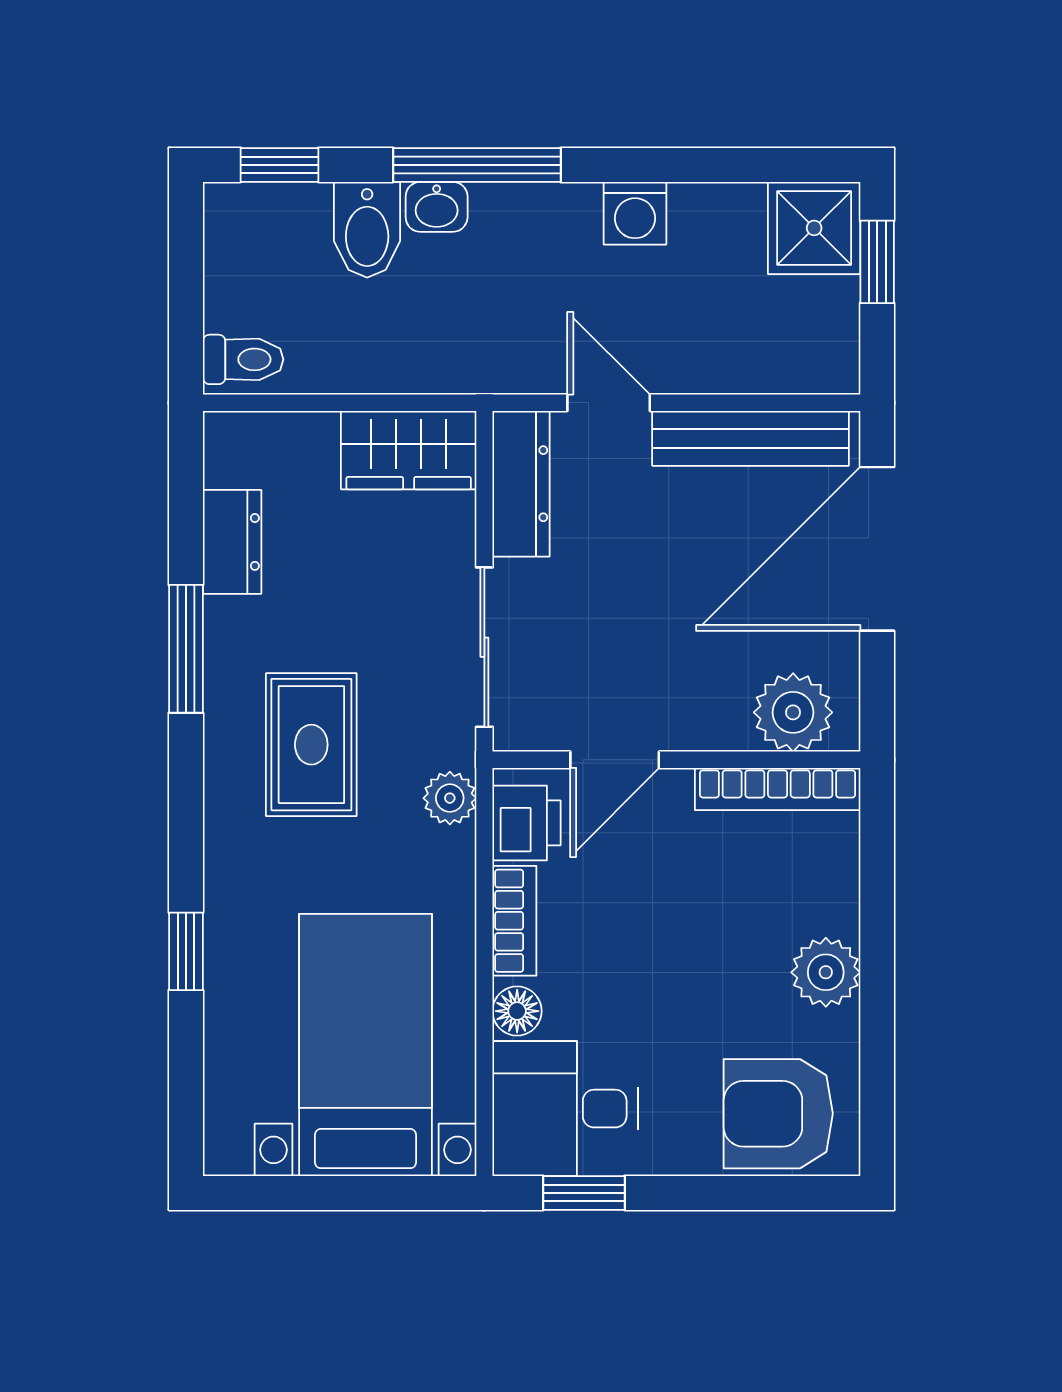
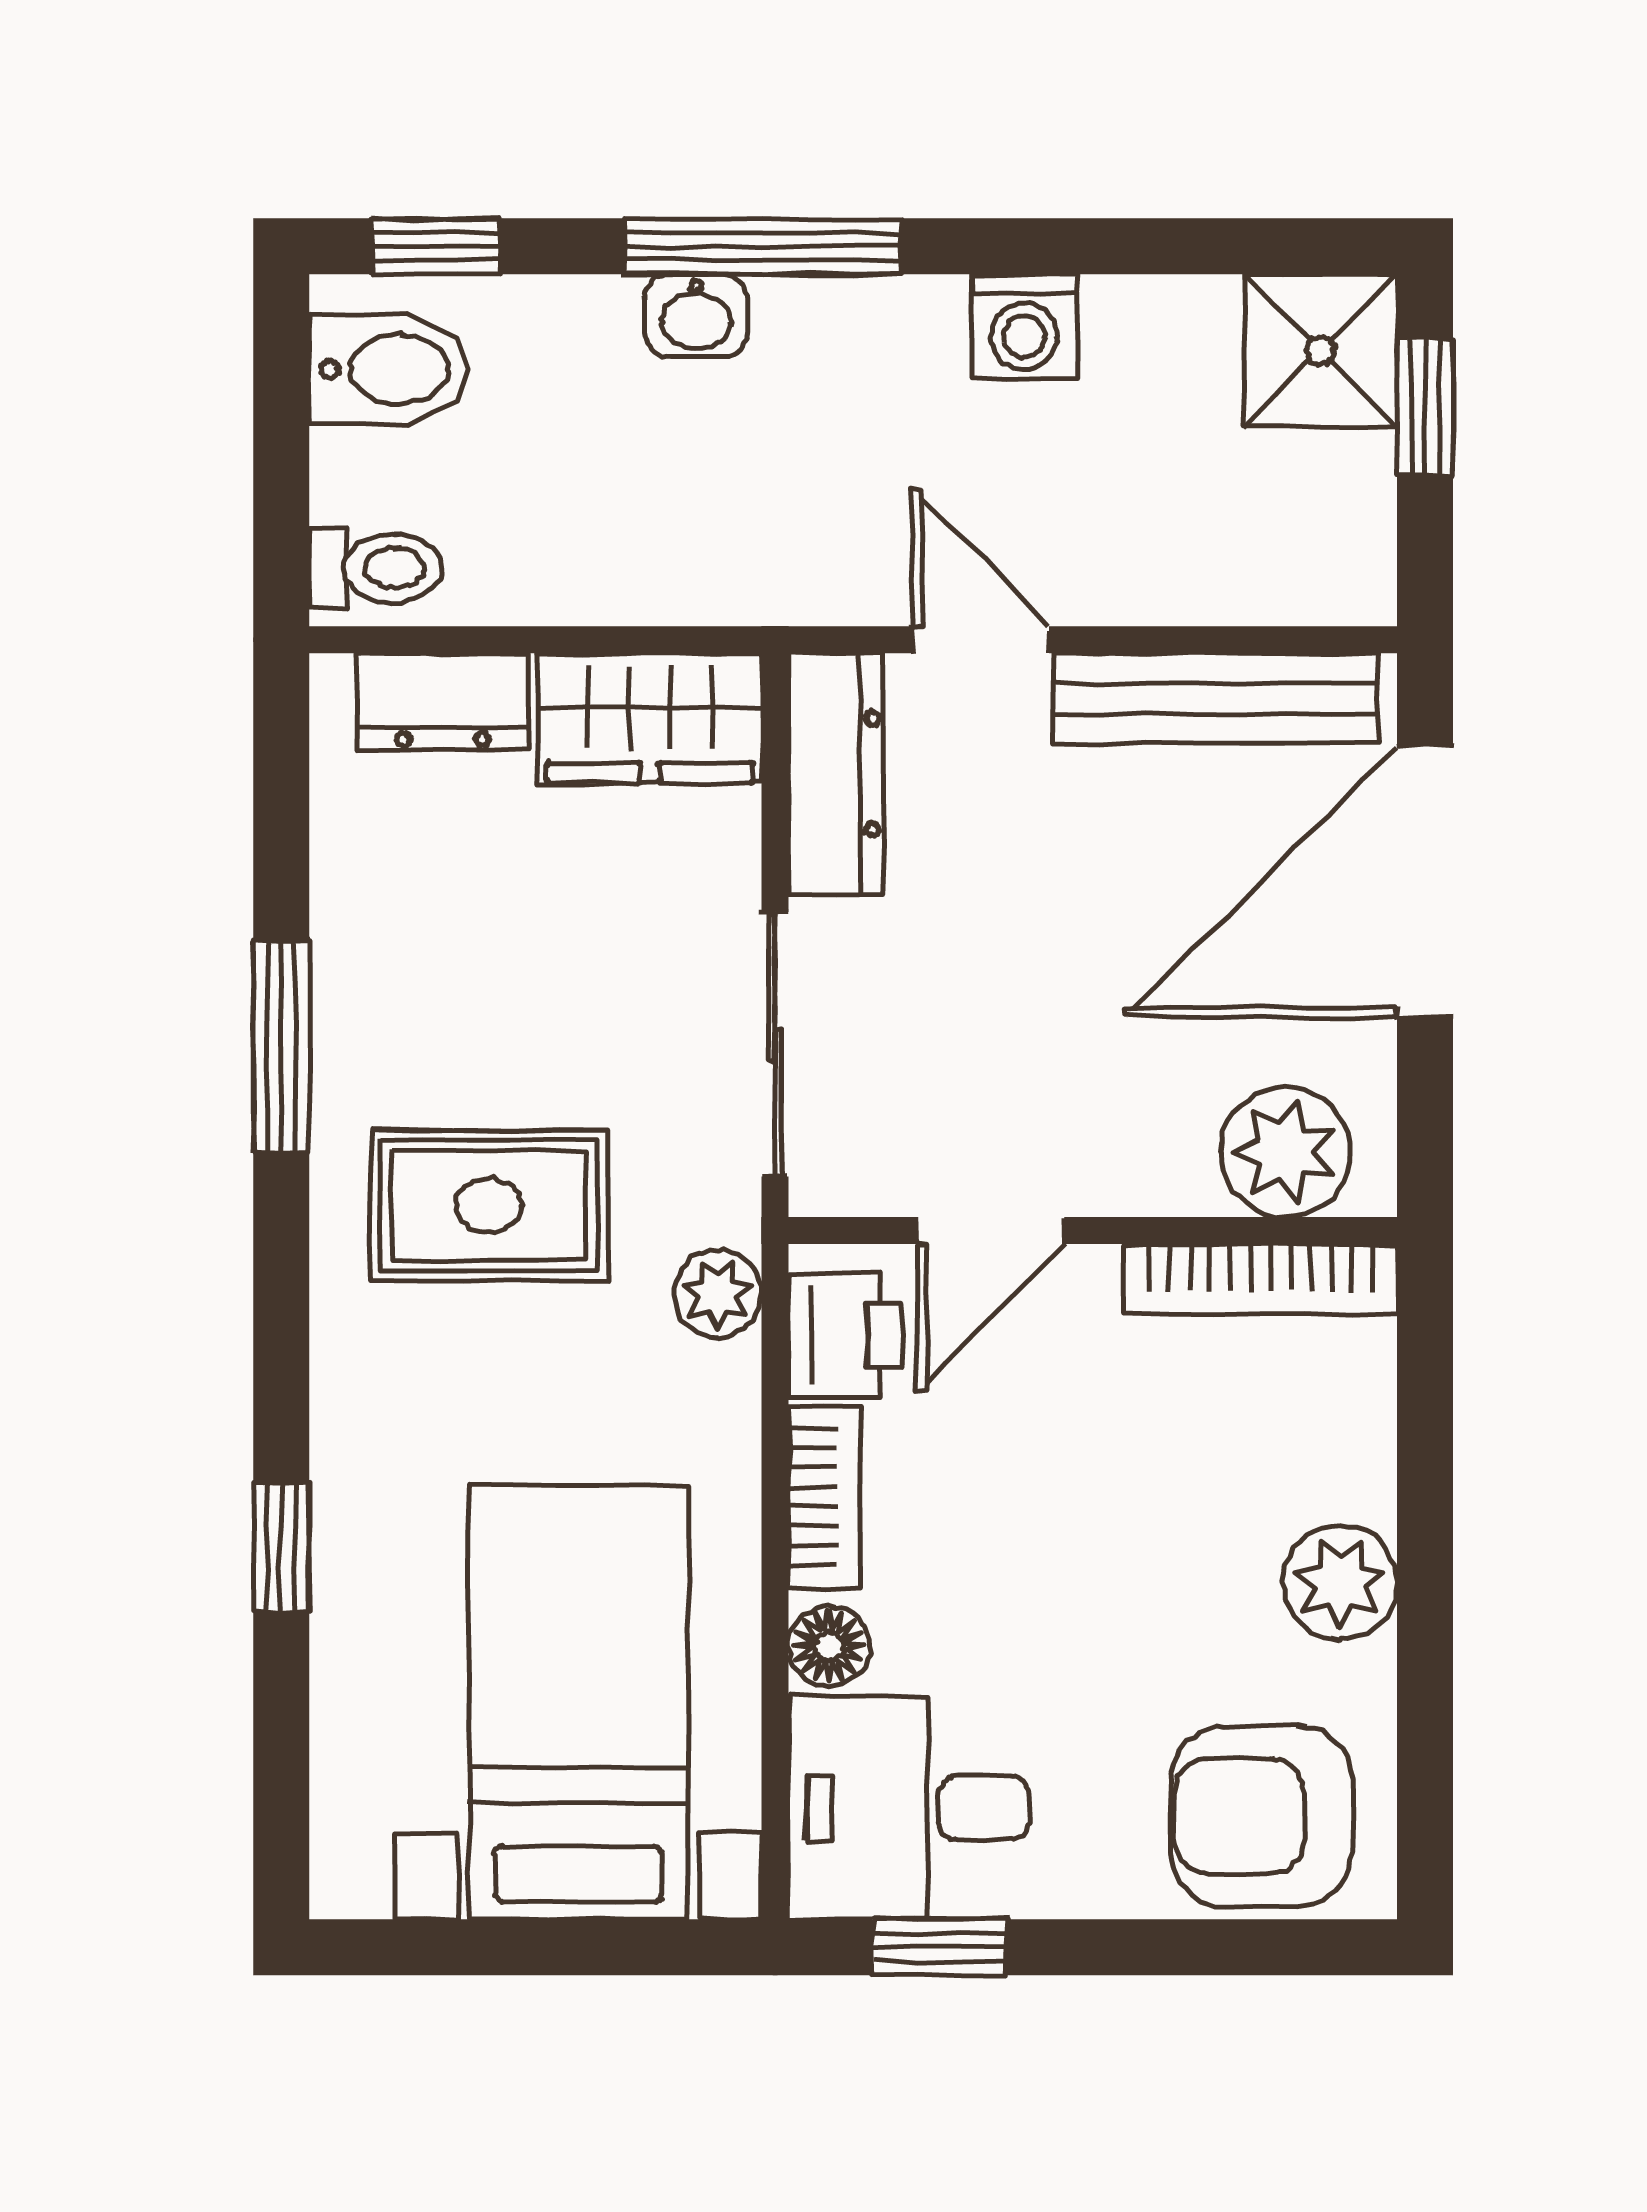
bidet: (367, 230) -> (388, 369), moved, turned -90
dresser: (232, 542) -> (443, 702), moved, turned 90
rug: (311, 745) -> (489, 1205), turned 90

